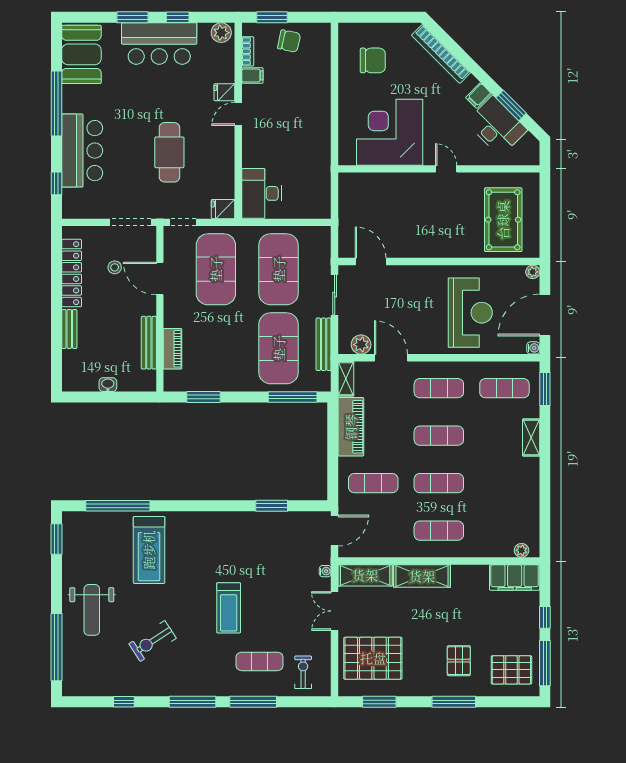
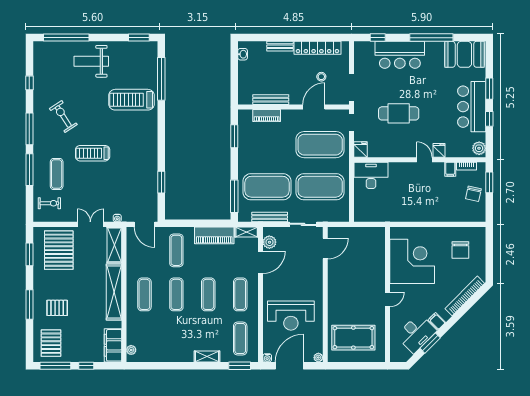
door: (545, 315) -> (289, 366), hinge flipped
washbasin: (108, 385) -> (243, 54), moved
shelving: (422, 576) -> (114, 292), width x1.47
exercise bike: (153, 641) -> (63, 117), moved

